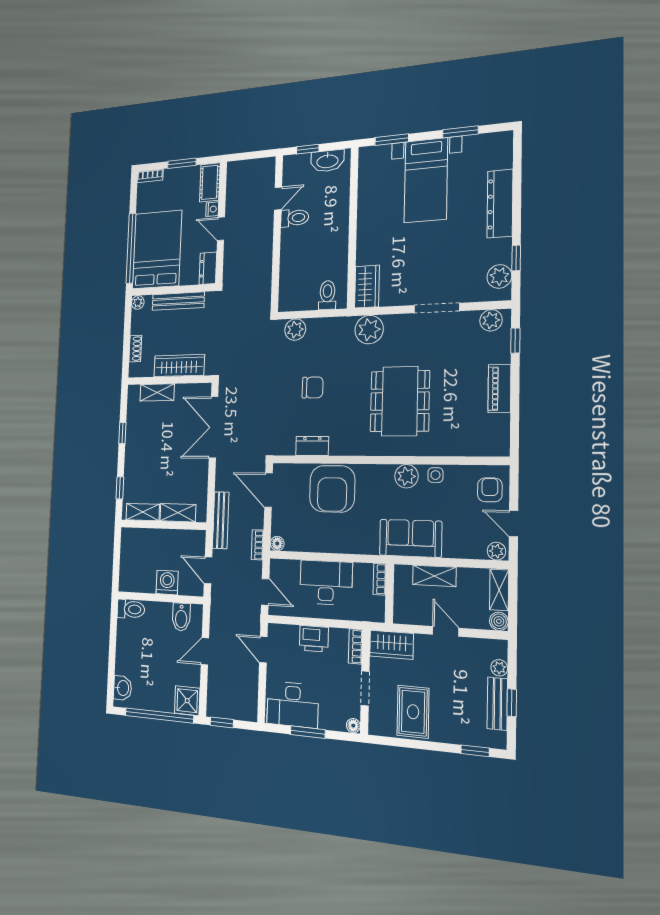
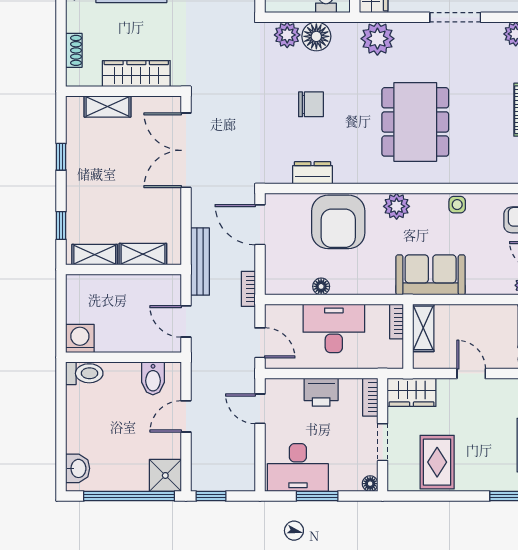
floor lamp: (319, 330) -> (316, 36), added
plant: (406, 476) -> (397, 206), moved
floor lamp: (277, 544) -> (321, 286), moved
shelving: (434, 576) -> (423, 328), moved, turned 90
washing machine: (167, 583) -> (80, 339), moved

